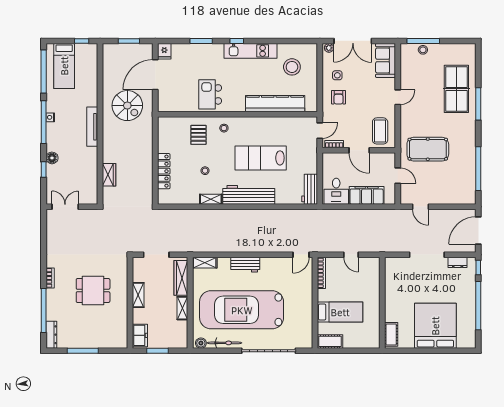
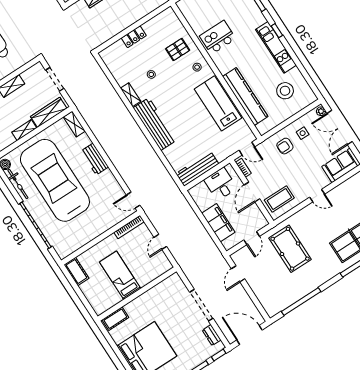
lab bench: (261, 158) -> (218, 103), moved
locker: (164, 171) -> (134, 37), width x0.66
workbench: (310, 189) -> (197, 169), width x1.38
desk: (336, 191) -> (221, 184), moved, turned 90
bed: (340, 312) -> (120, 275), moved, turned 180

